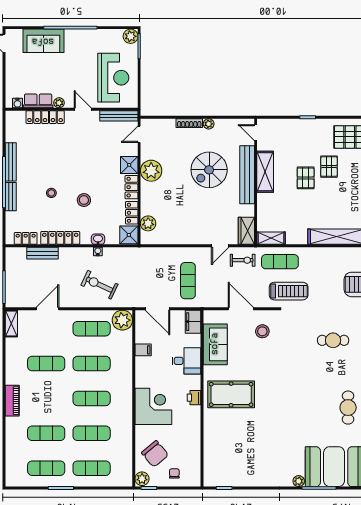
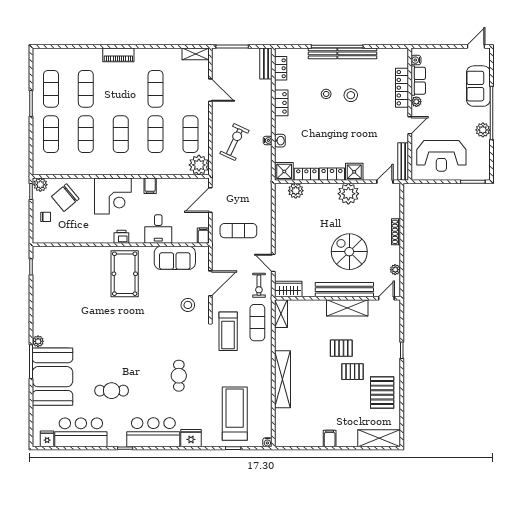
plant: (131, 36) -> (483, 130), moved
plant: (209, 124) -> (395, 270), moved
door: (139, 134) -> (385, 182), hinge flipped
stool: (84, 200) -> (351, 95), moved
locker: (60, 238) -> (281, 103), width x0.66
bench: (42, 253) -> (266, 64), moved
filing cabinet: (193, 322) -> (203, 236), width x0.50
filing cabinet: (143, 350) -> (150, 186), moved

